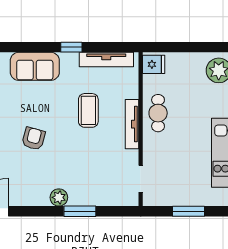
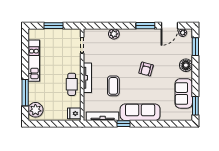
sofa: (35, 66) -> (140, 112), width x1.36
plant: (59, 197) -> (114, 34), moved
window: (80, 211) -> (145, 26), moved

